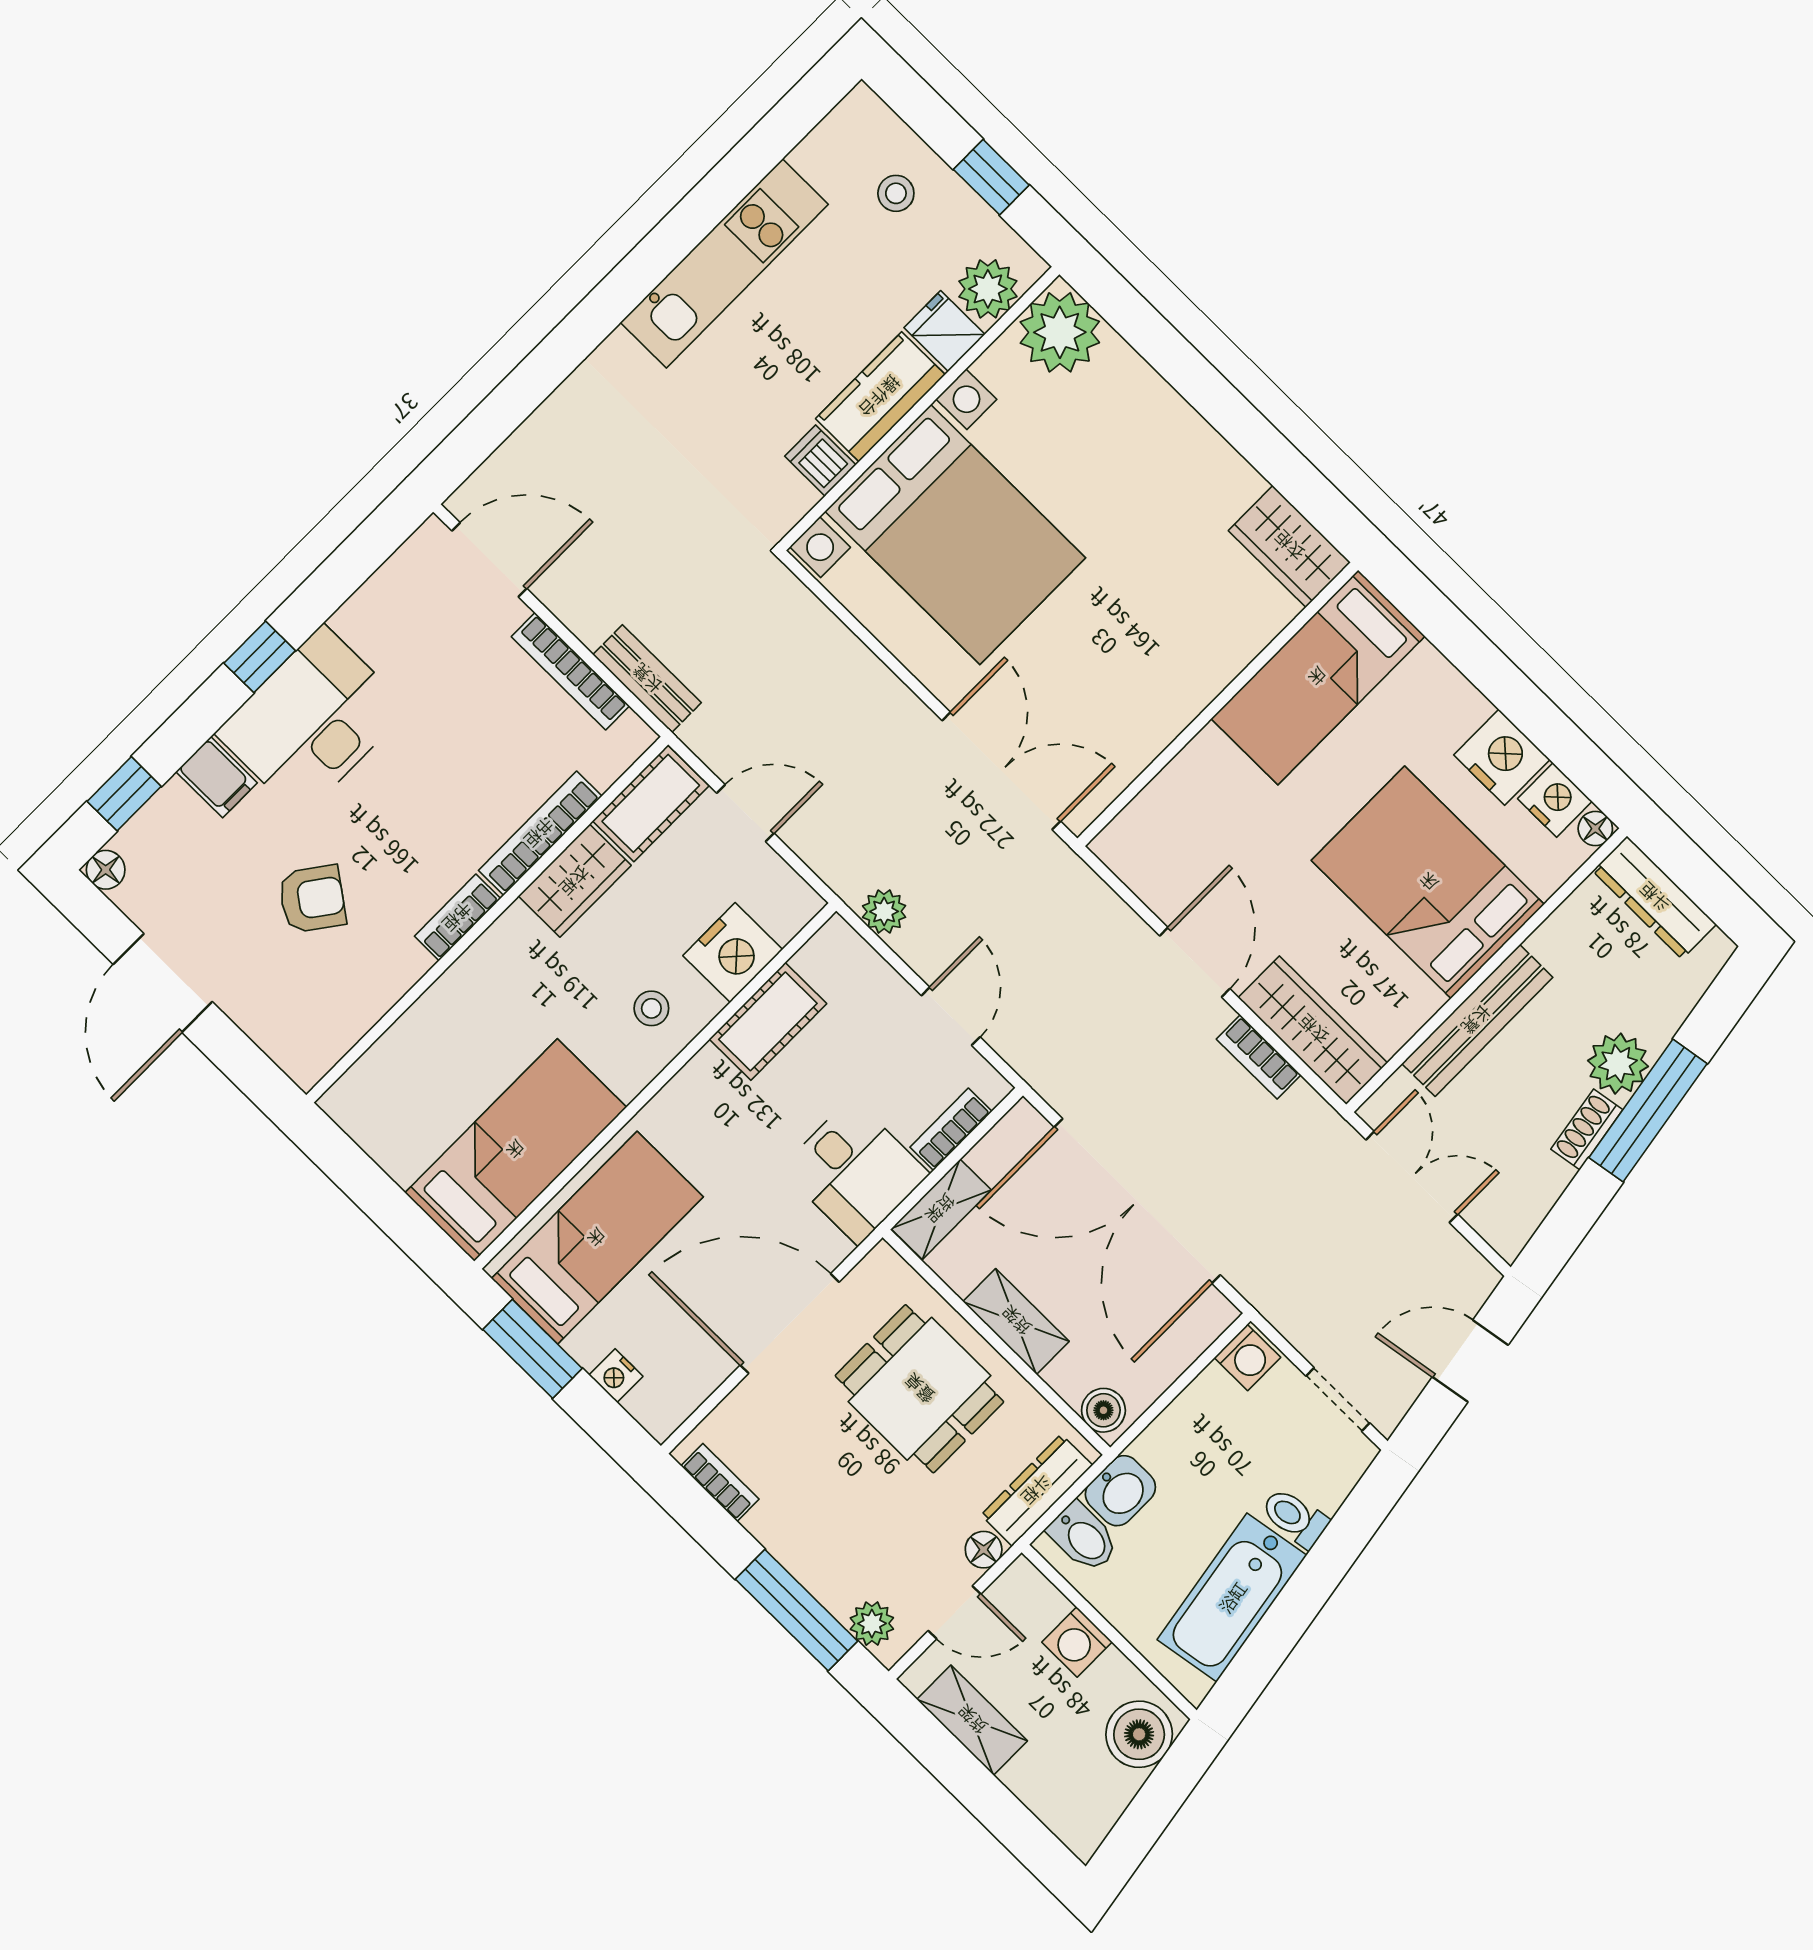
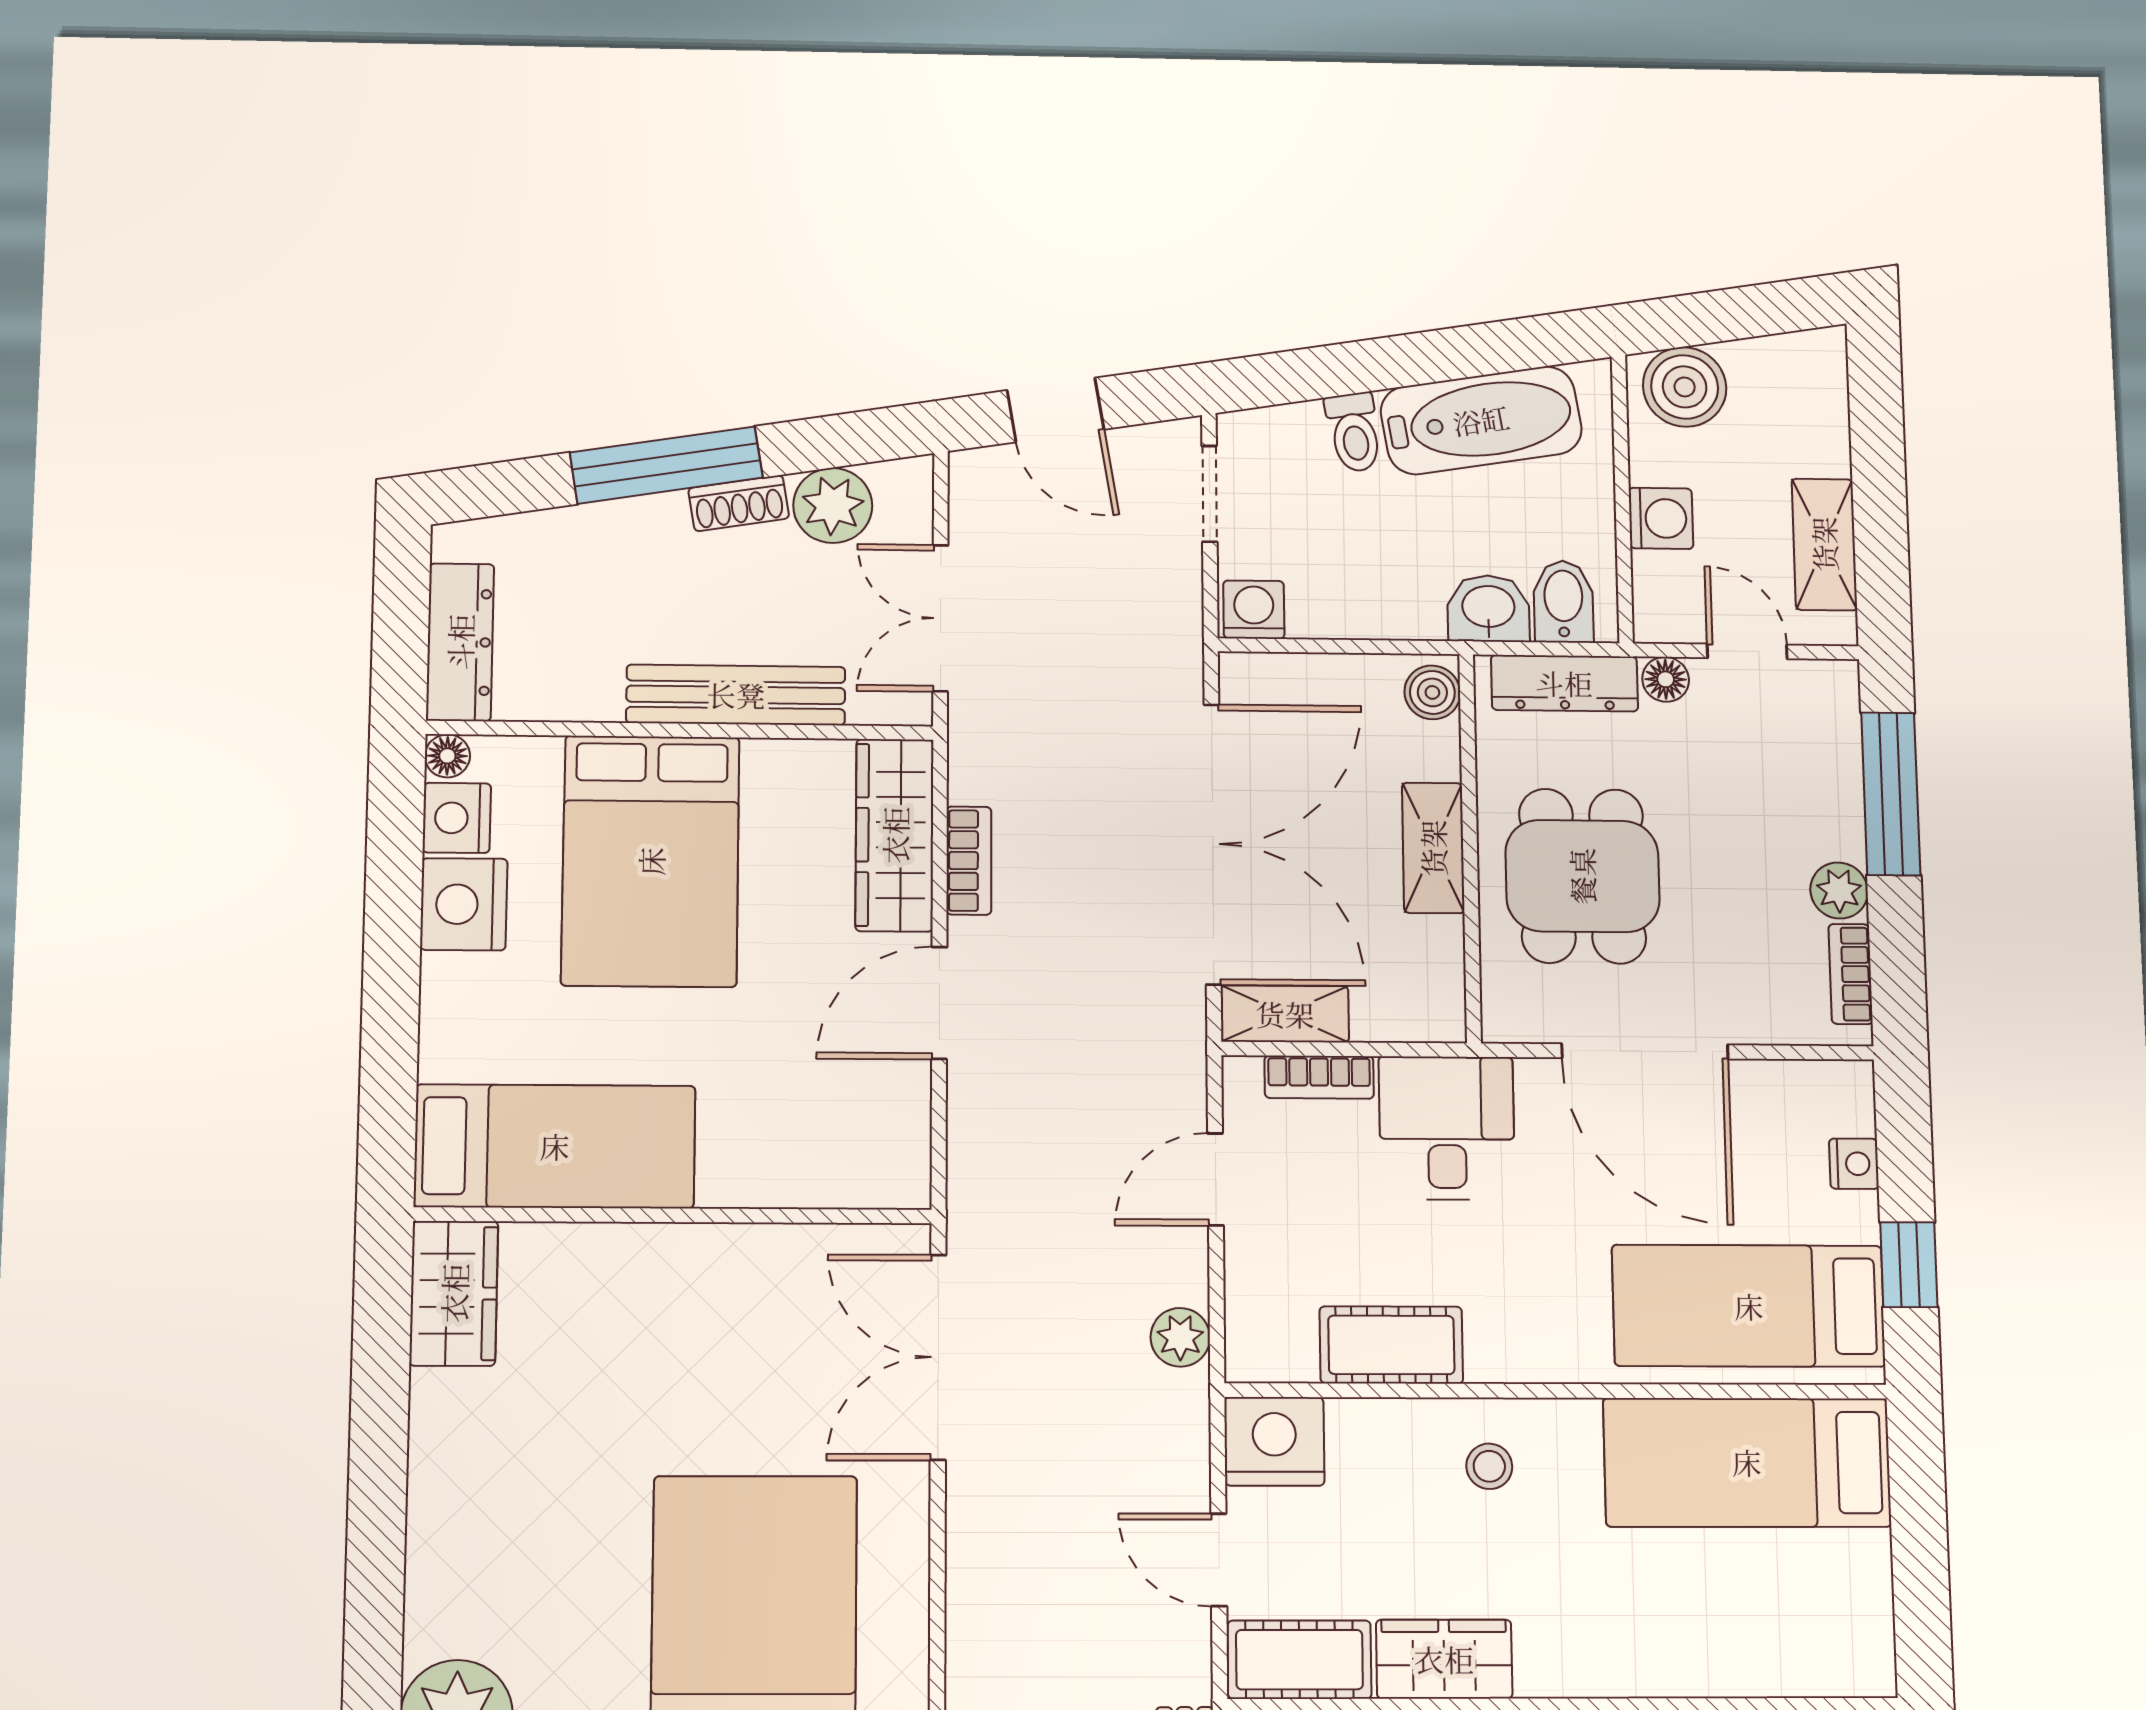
nightstand: (733, 953) -> (1274, 1441), moved
plant: (1618, 1064) -> (833, 506), moved
shelving: (941, 1209) -> (1285, 1014), moved
window: (533, 1349) -> (1909, 1265), width x0.67
plant: (872, 1624) -> (1839, 891), moved

